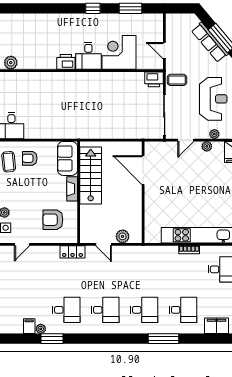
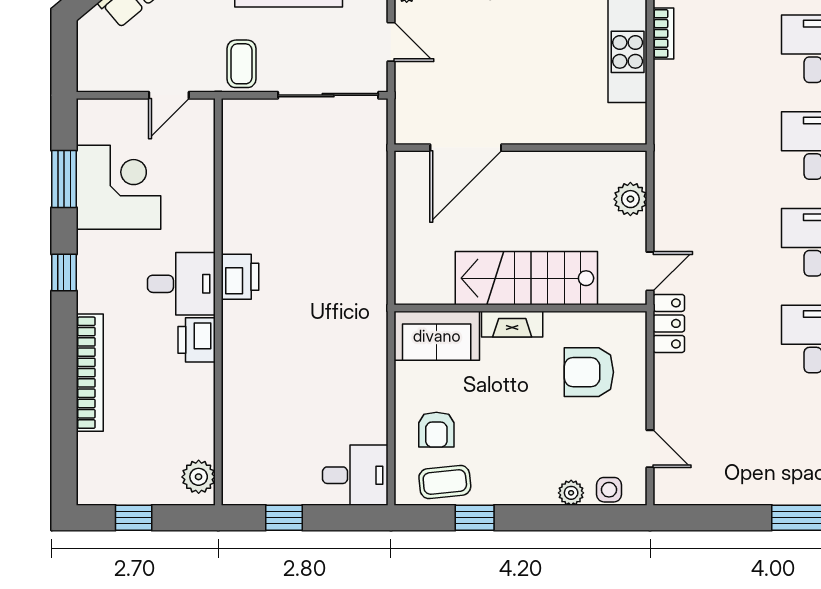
bookcase: (53, 19) -> (90, 373), added
corner desk: (119, 52) -> (118, 187), moved, turned 180
printer: (154, 79) -> (240, 277), moved
stairs: (91, 175) -> (526, 278), moved
armchair: (53, 220) -> (589, 372), turned 90
door: (103, 244) -> (650, 271), moved

